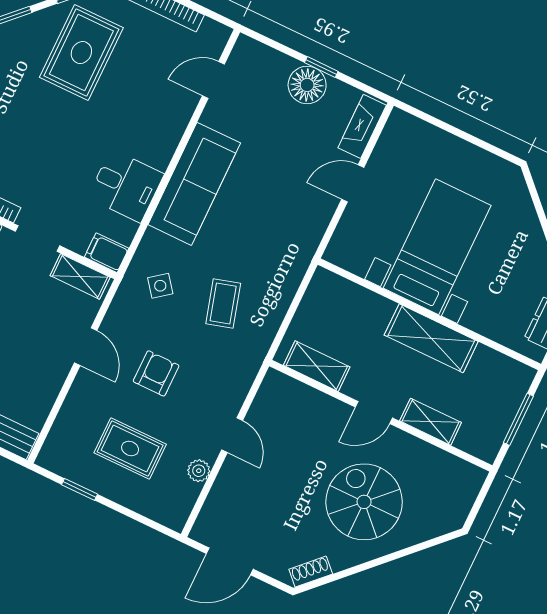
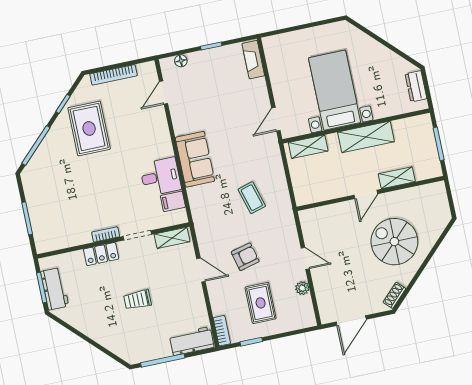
floor lamp: (307, 85) -> (181, 61), moved, width x0.53, depth x0.53
door: (353, 183) -> (276, 119), moved
sofa: (194, 184) -> (195, 159), width x0.73
filing cabinet: (107, 253) -> (173, 201), moved
side table: (160, 286) -> (215, 212), removed
shelving: (317, 366) -> (308, 147), moved
armchair: (156, 373) -> (245, 257), turned 76
bookcase: (52, 446) -> (222, 331), added
rug: (130, 448) -> (261, 303), turned 90

